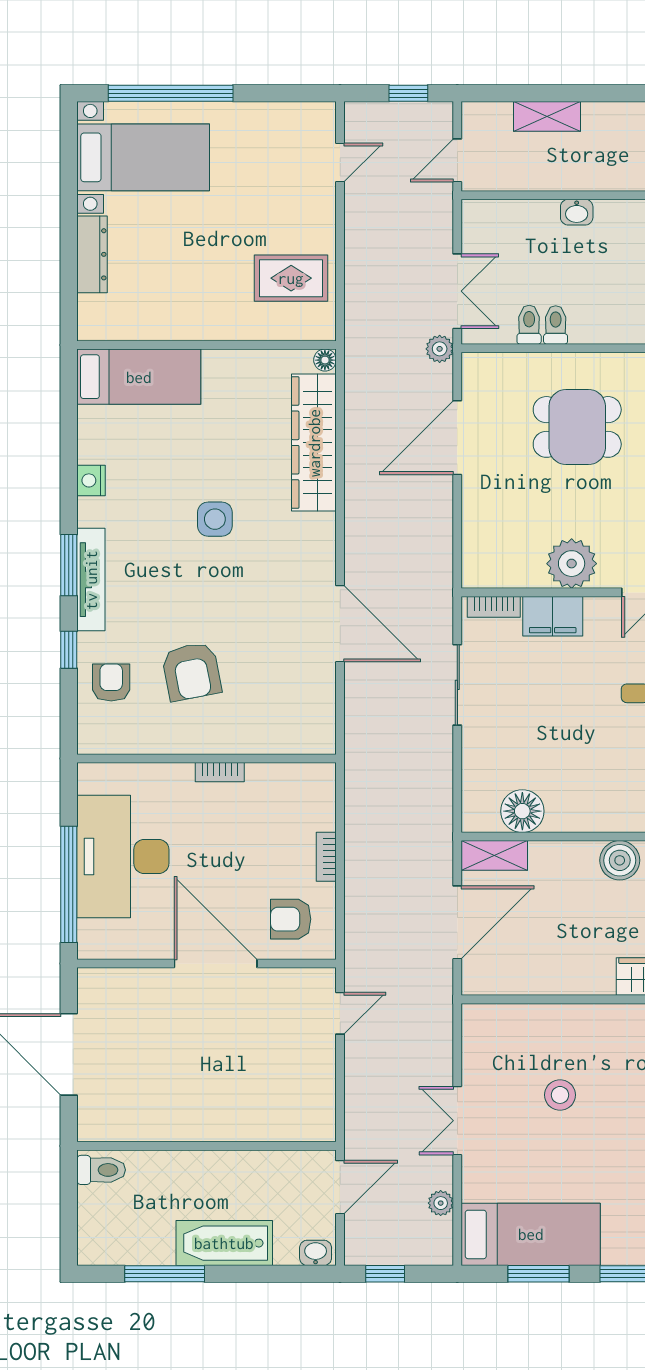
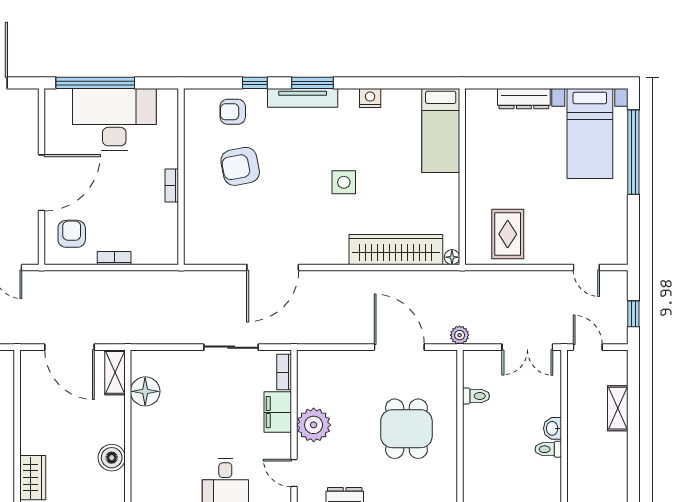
double door: (457, 291) -> (527, 347), moved
toilet: (556, 325) -> (548, 449), moved, turned 180
armchair: (111, 682) -> (233, 112), turned 180

